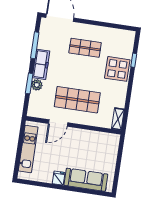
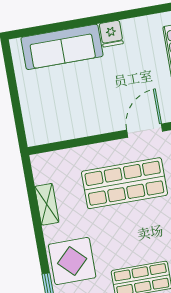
shelving: (118, 119) -> (47, 204), moved

